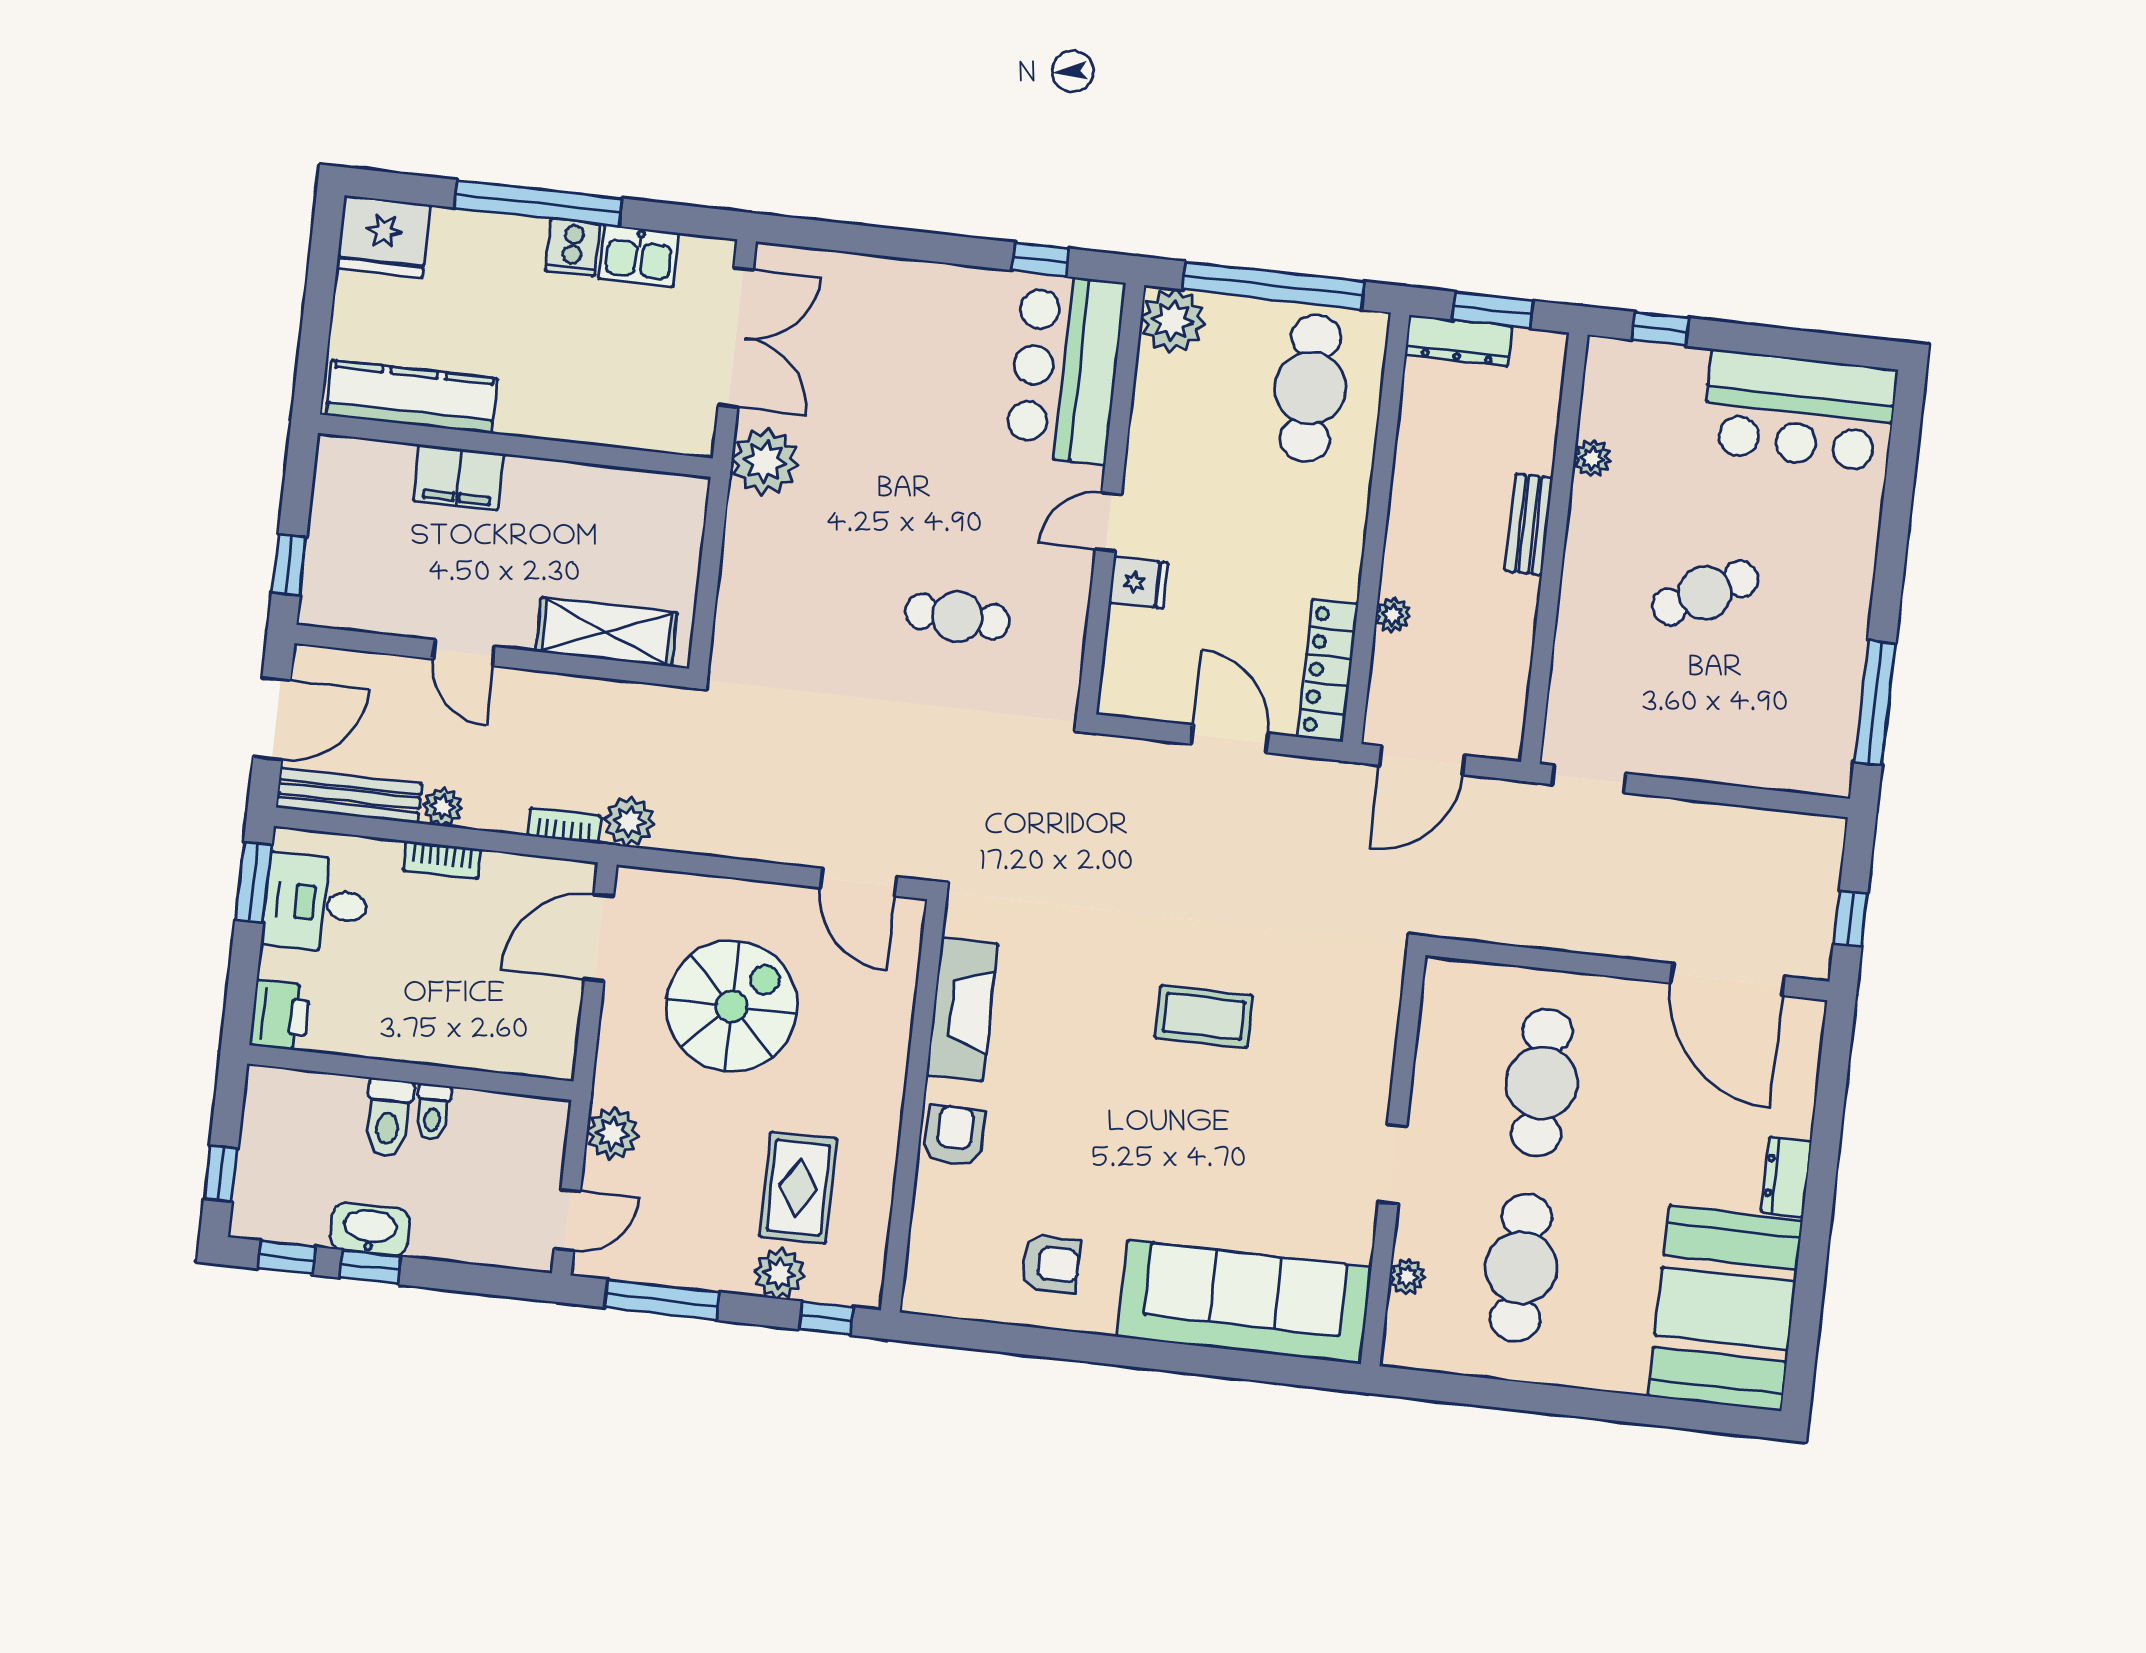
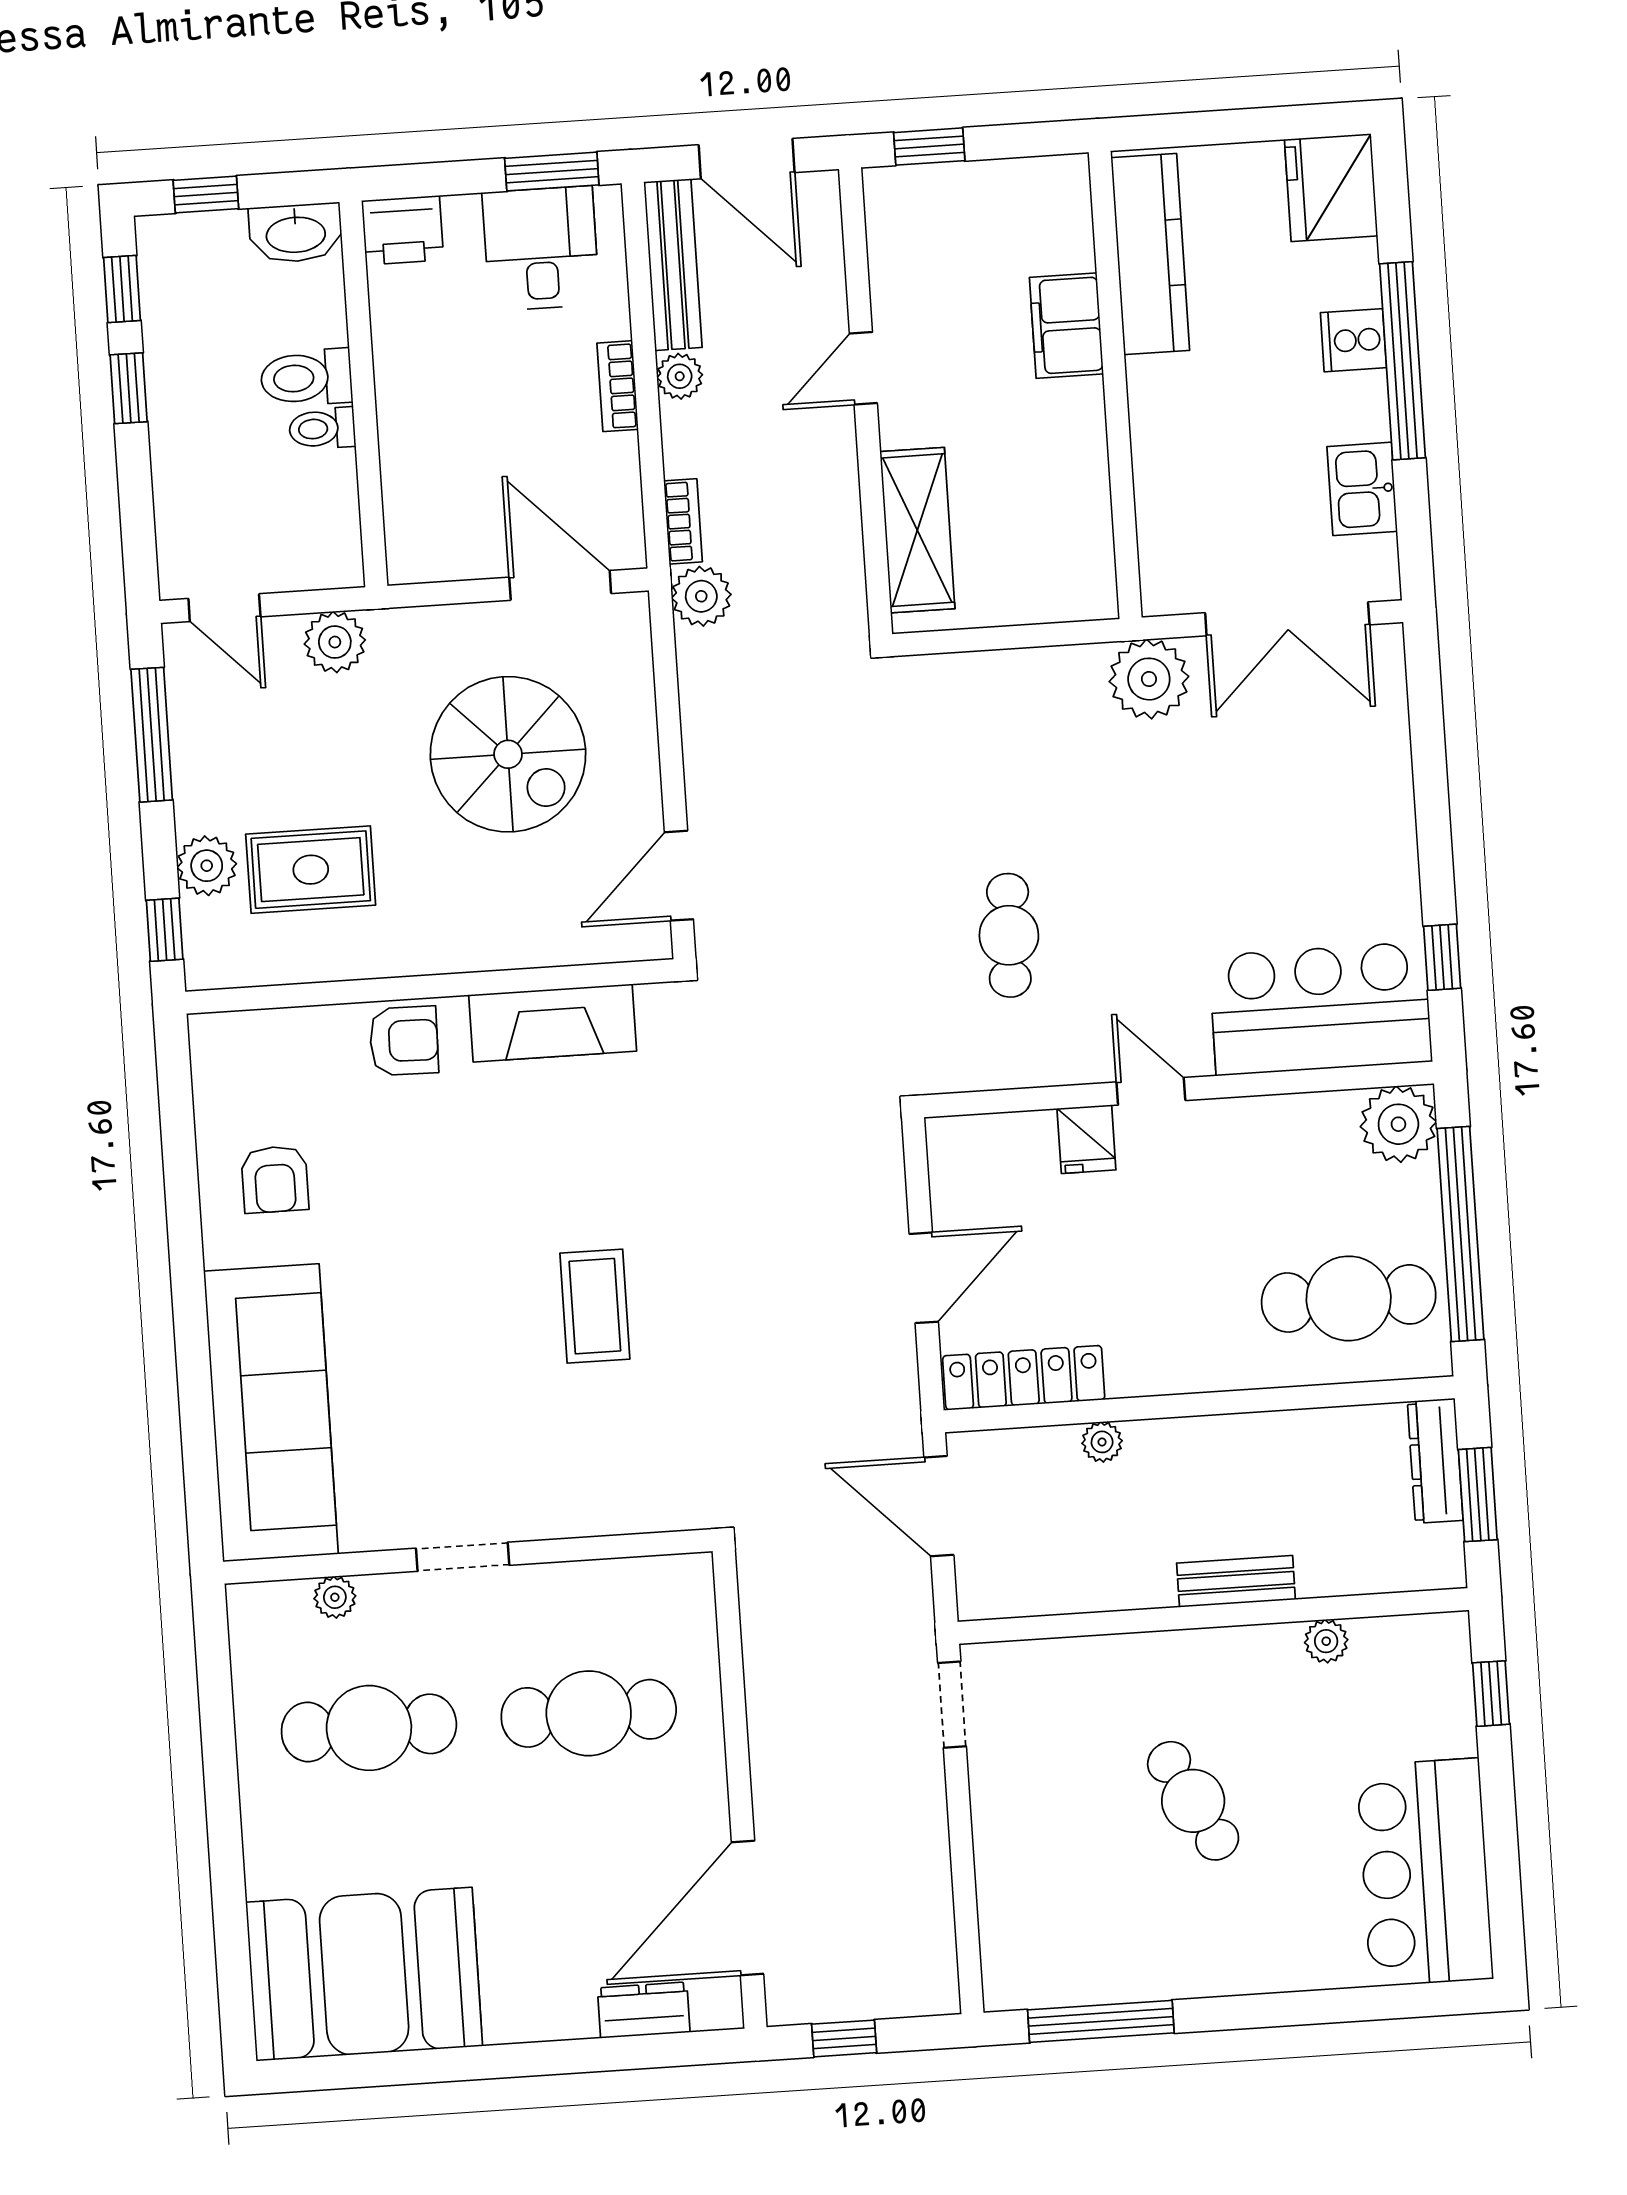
cooker: (573, 247) -> (1353, 340), moved
dresser: (1786, 1177) -> (644, 2010), moved
washbasin: (370, 1229) -> (296, 233), moved, turned 90

